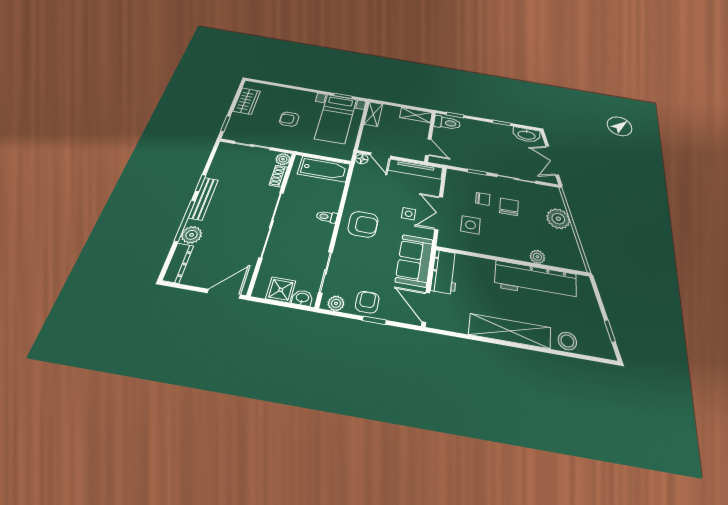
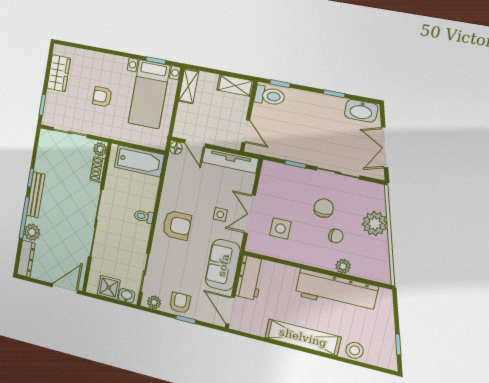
chair: (483, 199) -> (336, 236), moved

